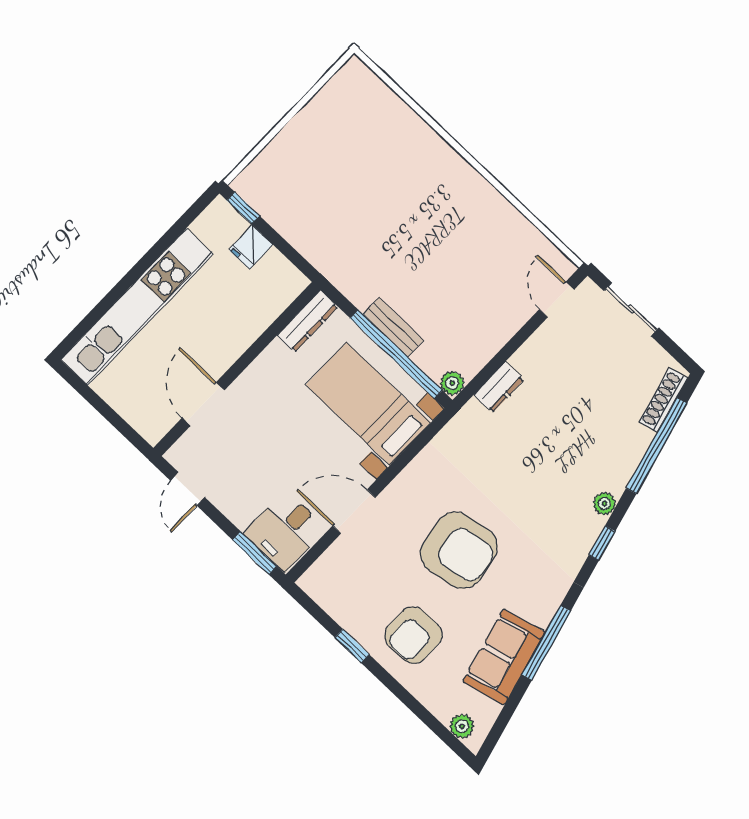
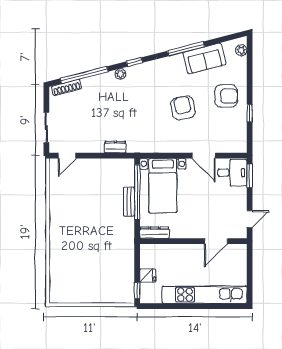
plant: (452, 383) -> (129, 164), removed
armchair: (459, 550) -> (183, 108), width x0.73, depth x0.73

